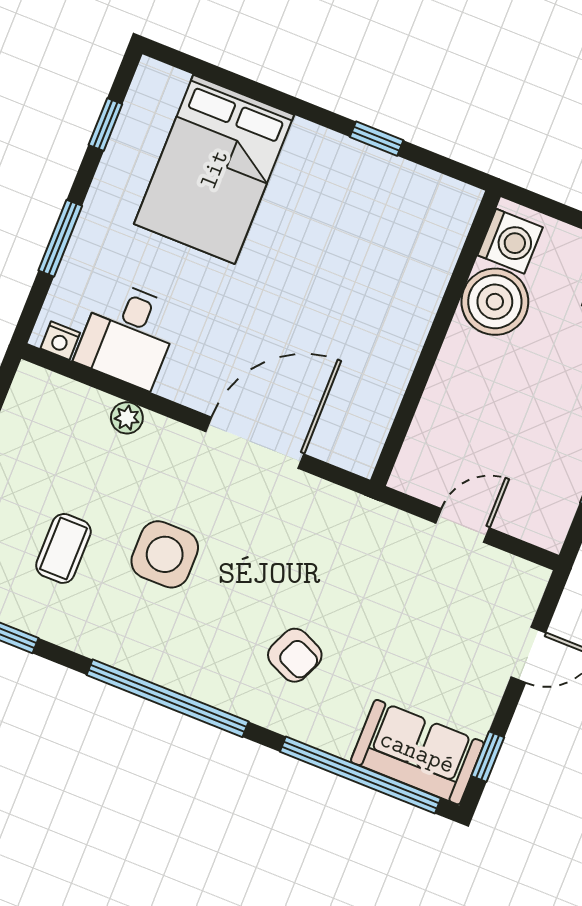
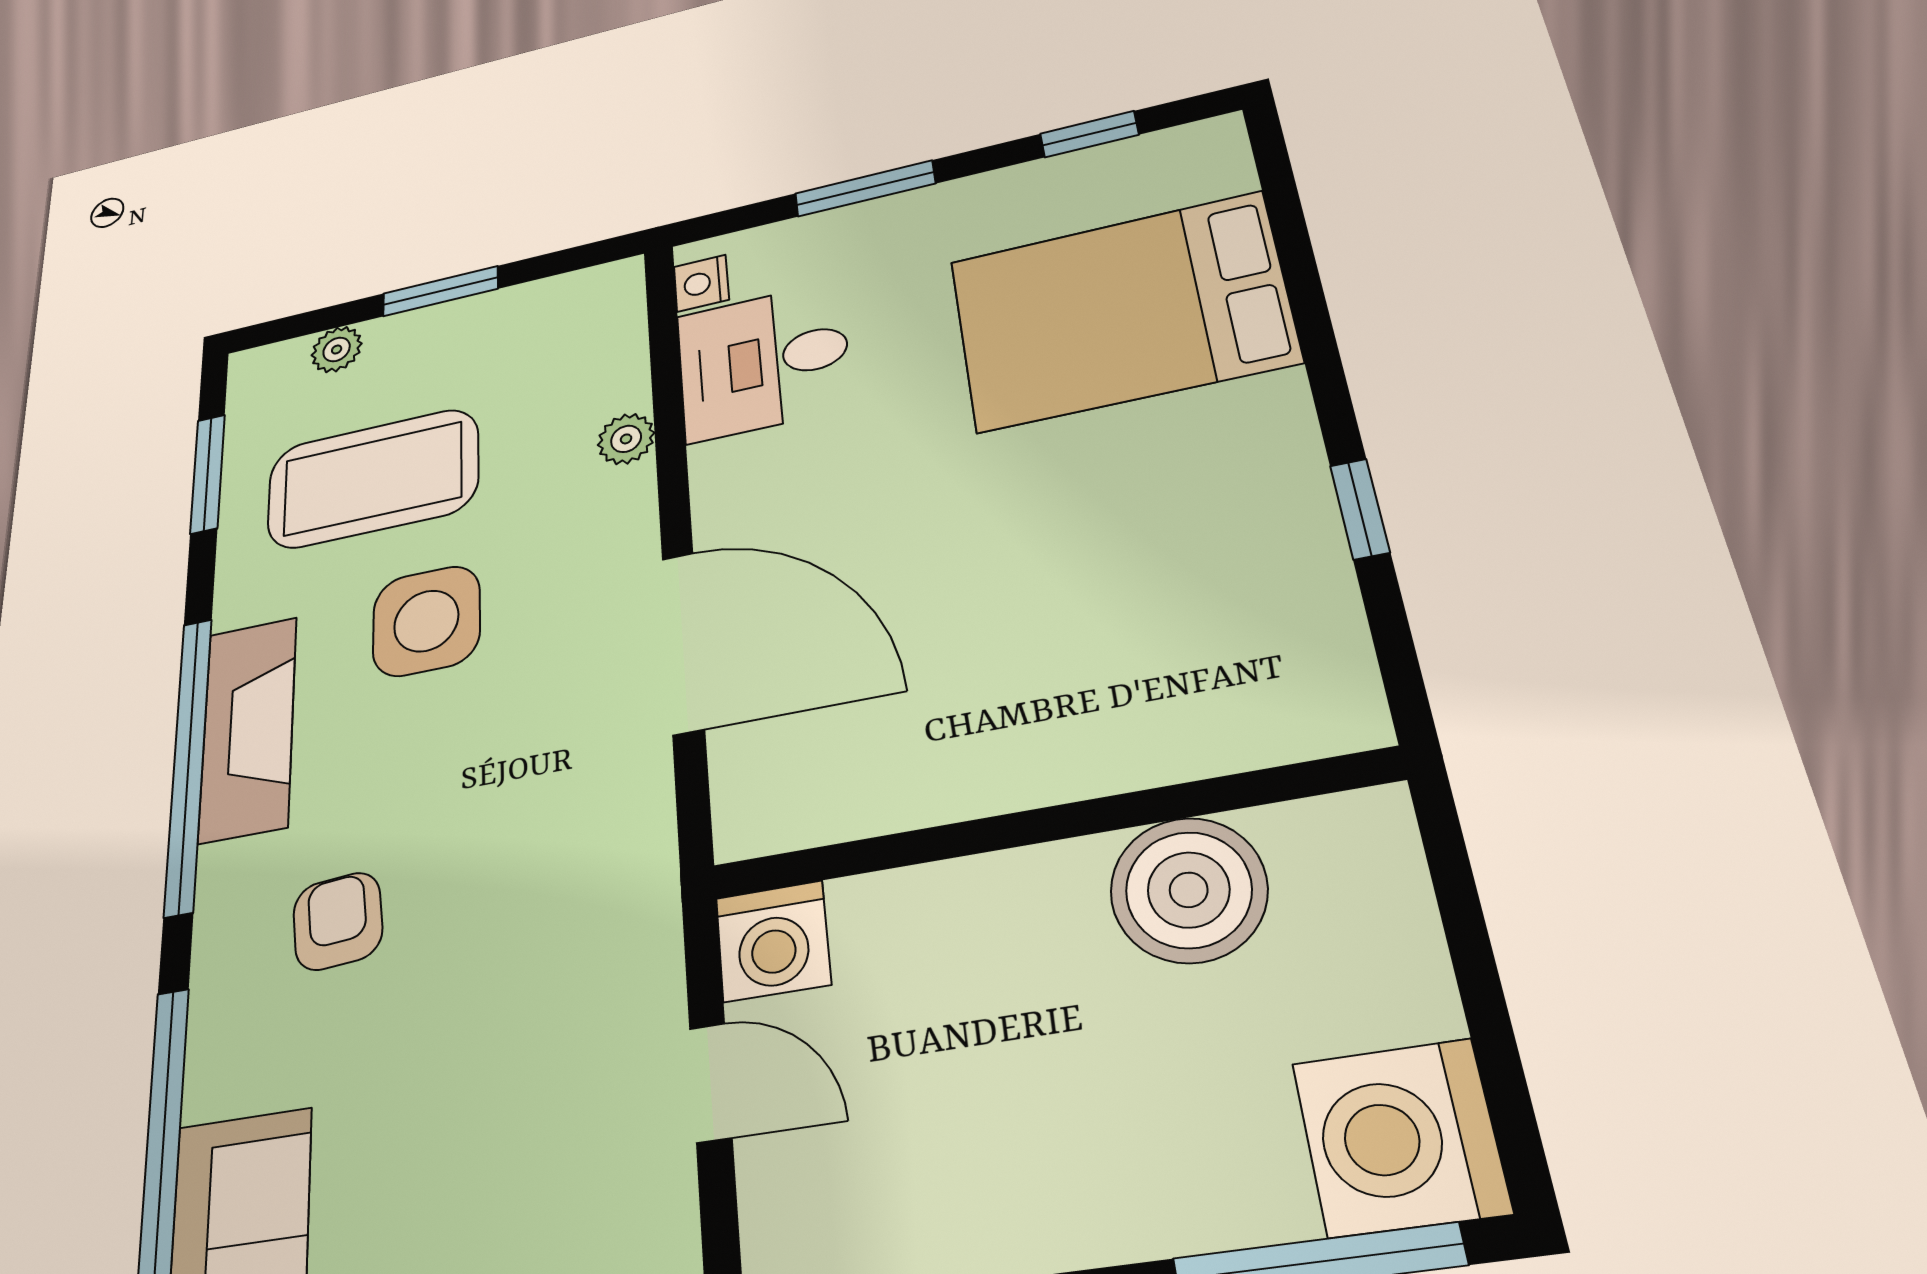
washing machine: (510, 241) -> (773, 941), moved
coffee table: (63, 548) -> (373, 479), width x1.86, depth x1.72
armchair: (295, 655) -> (338, 921), turned 151
fireplace: (167, 662) -> (248, 729), added

